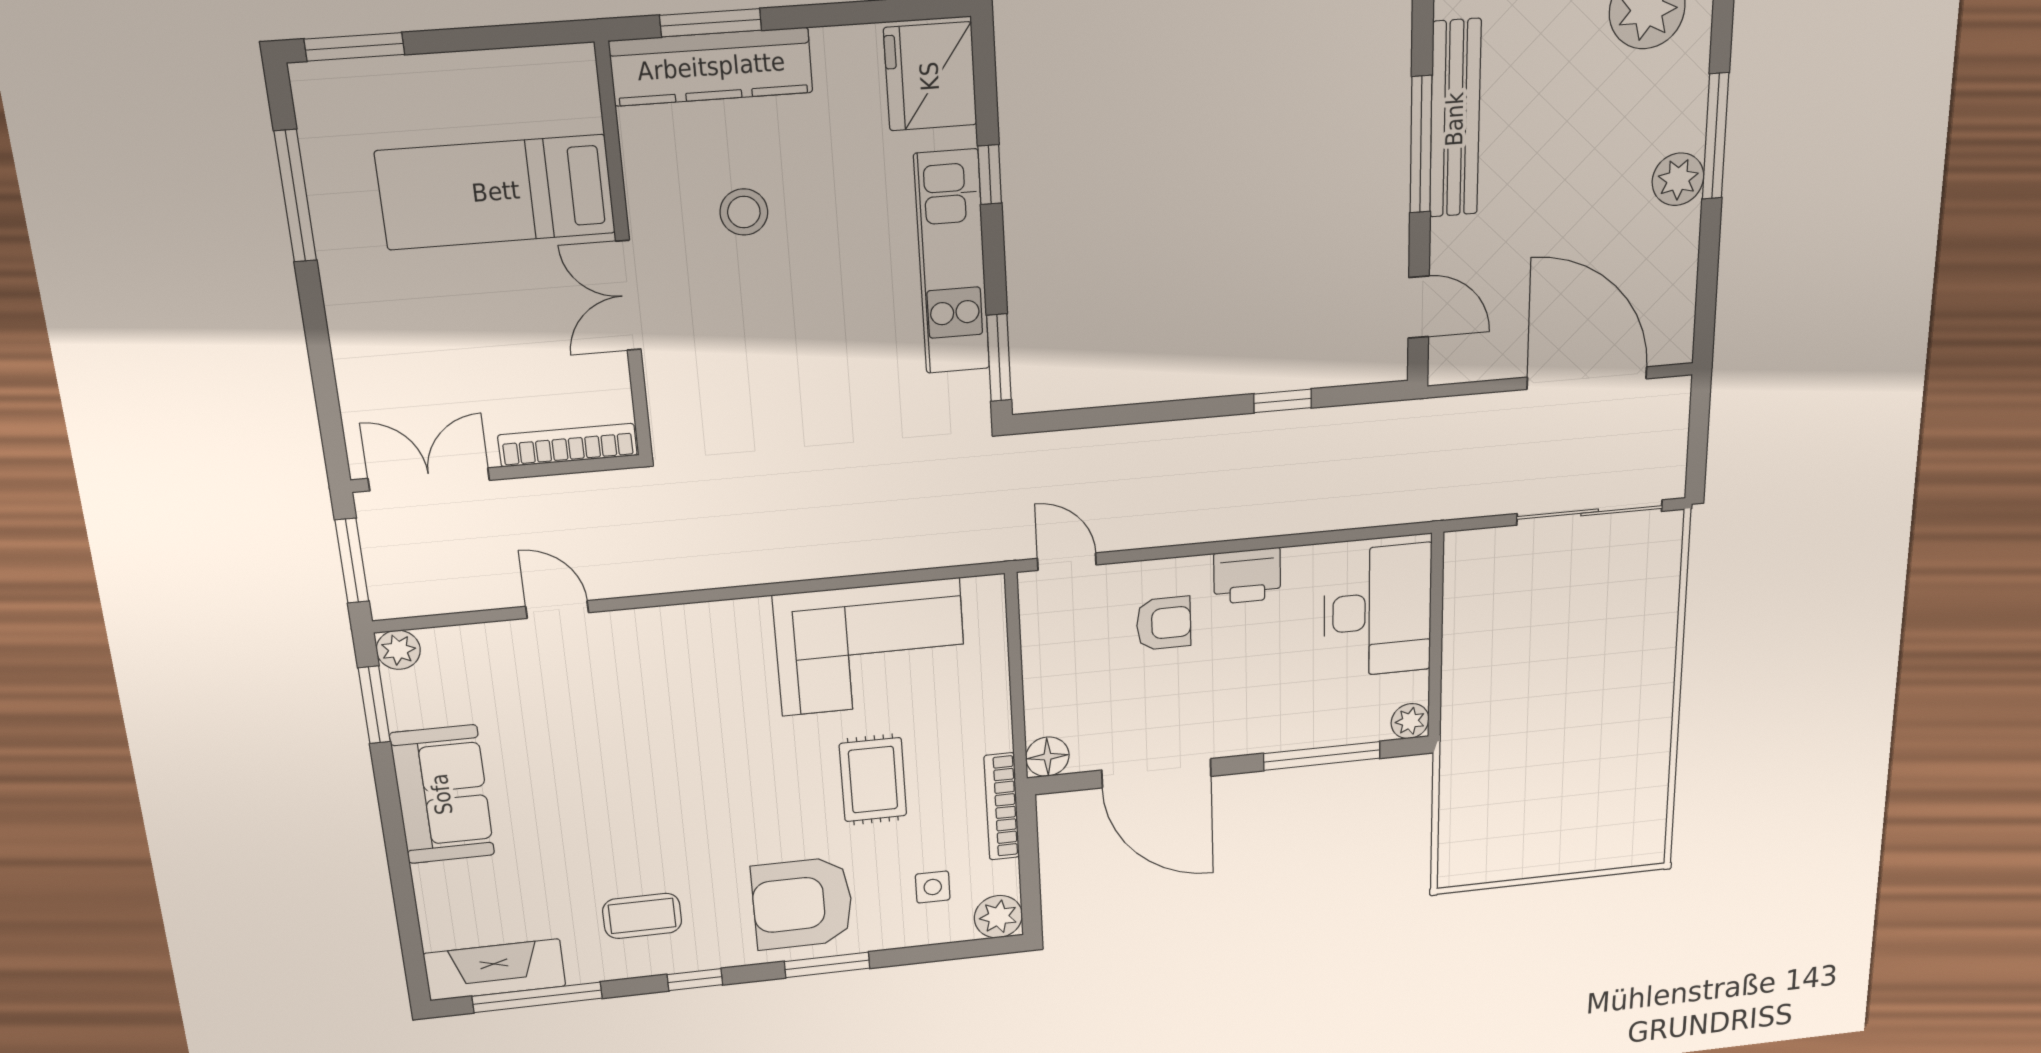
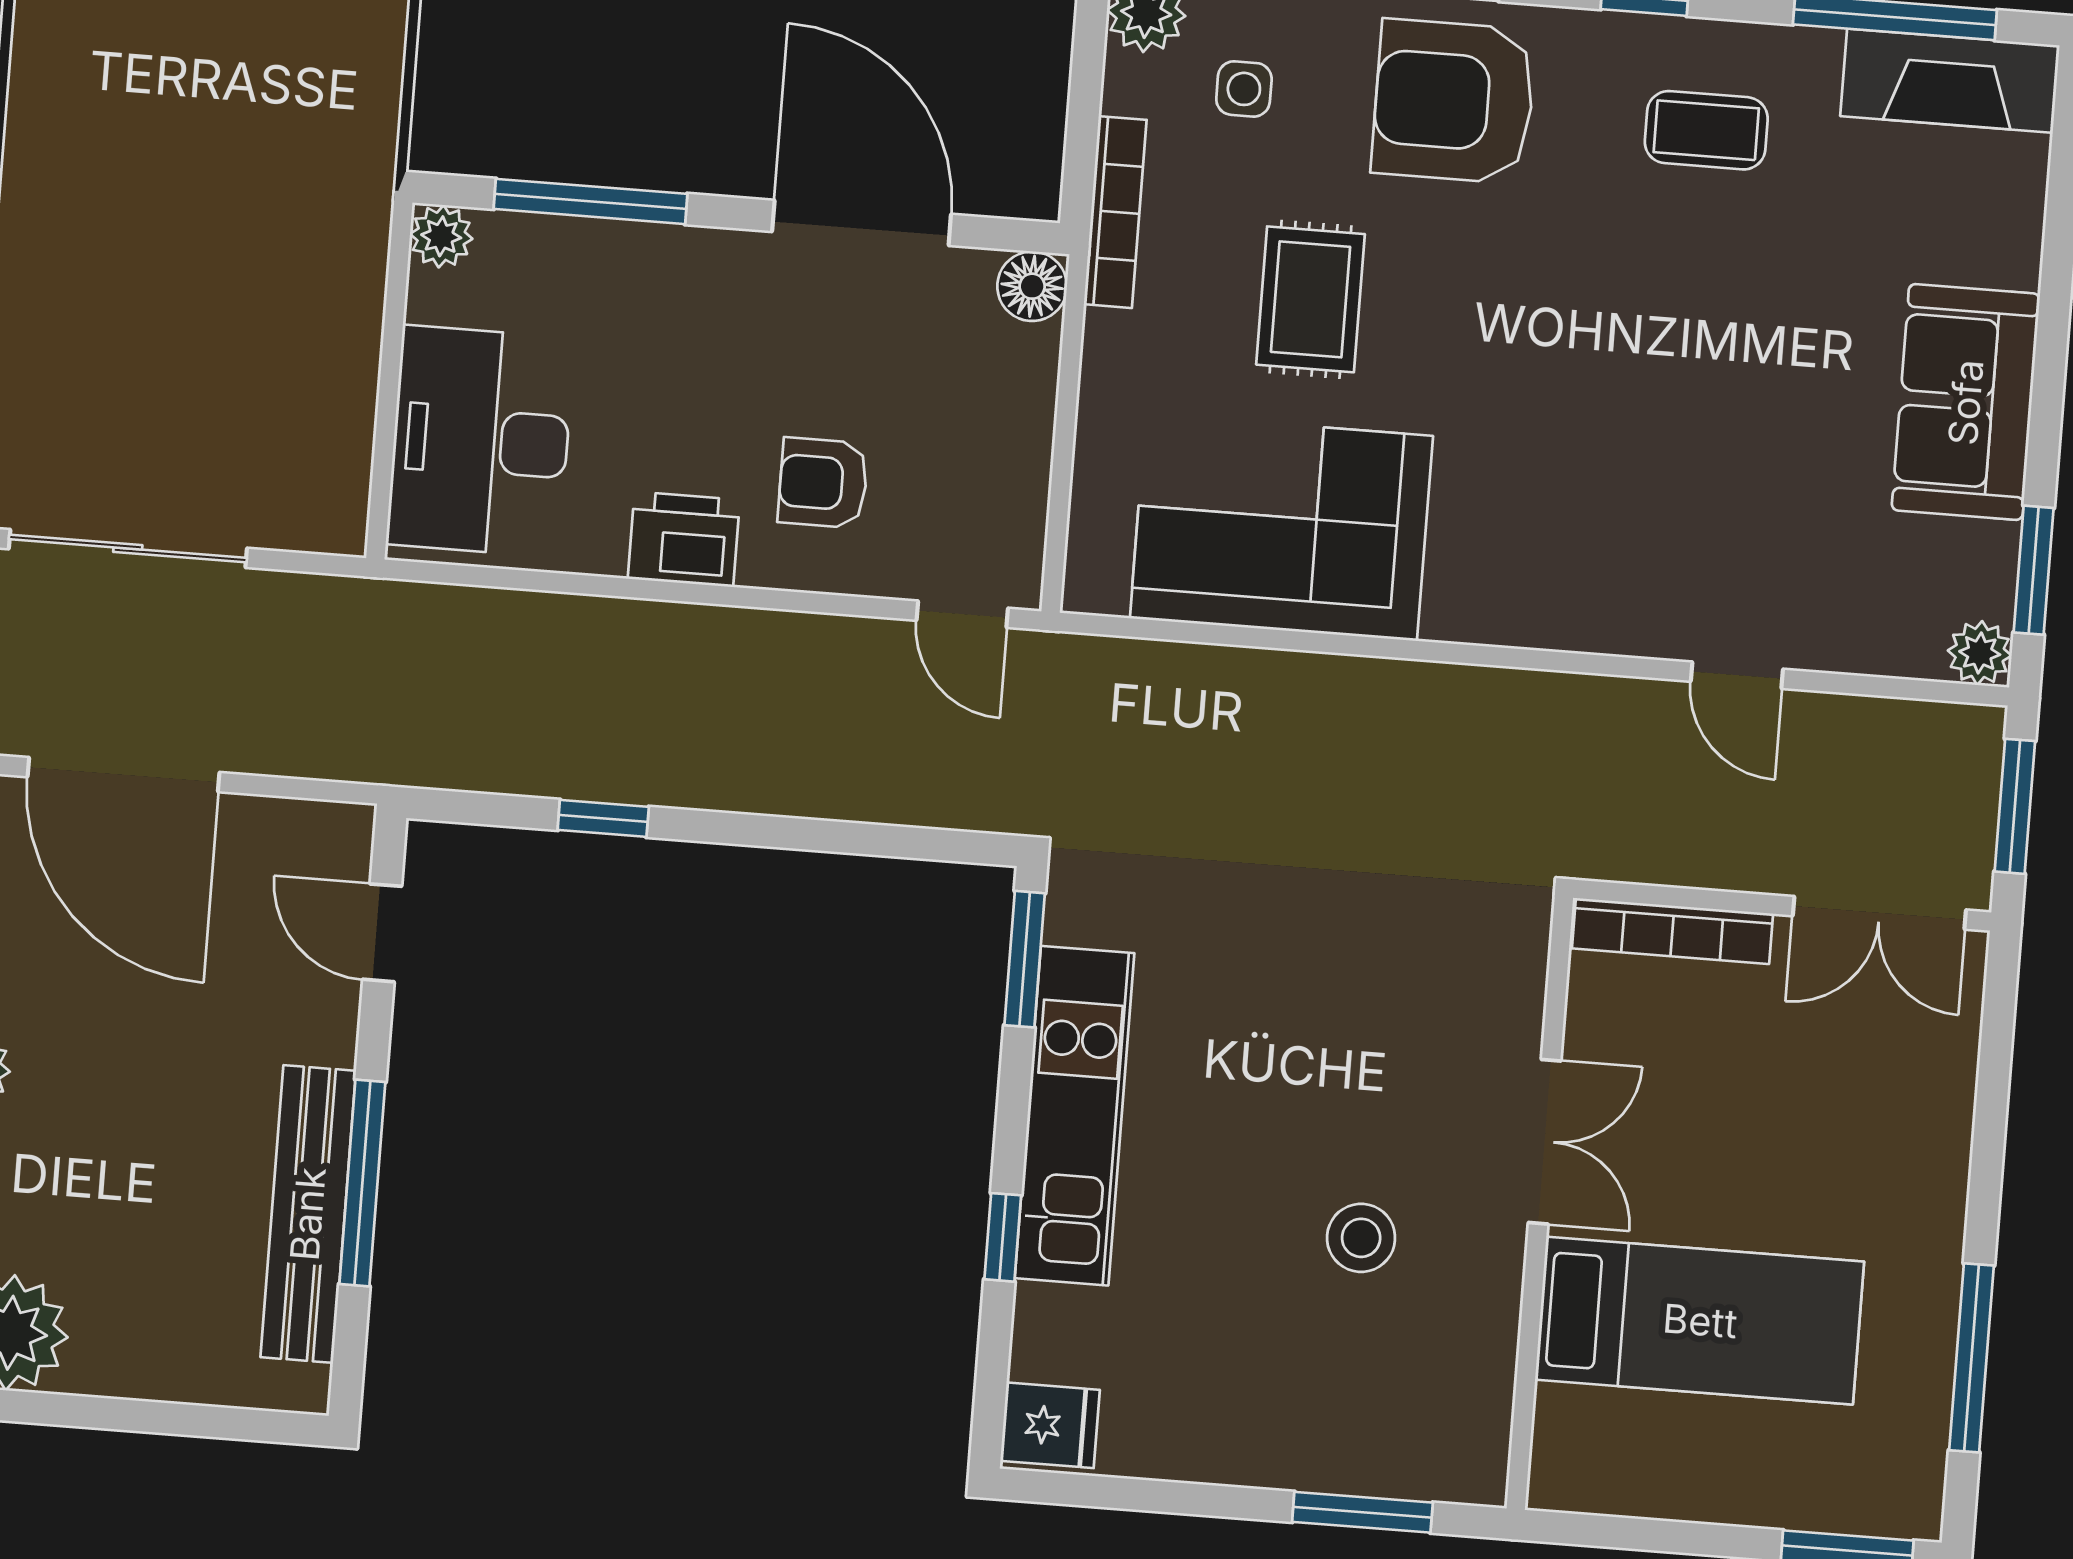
kitchen counter: (711, 67) -> (1372, 1451), removed
fridge: (930, 76) -> (1050, 1425), width x0.53, depth x0.75
armchair: (802, 903) -> (1454, 101), turned 180

